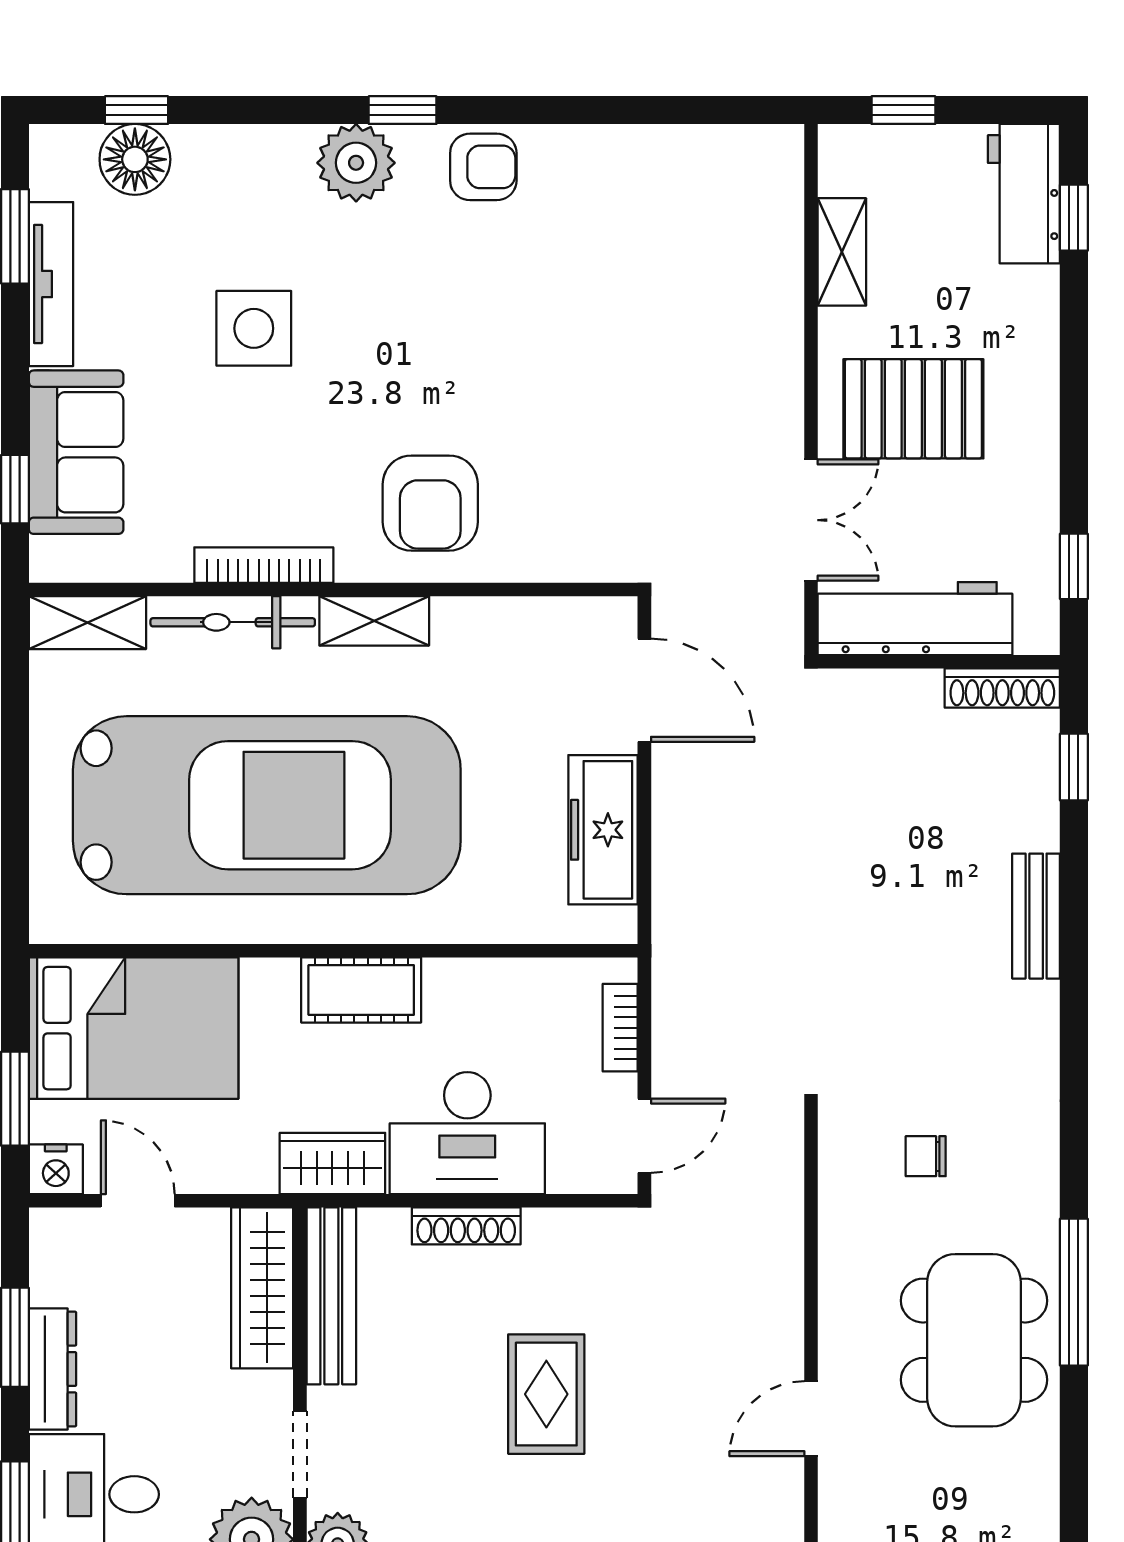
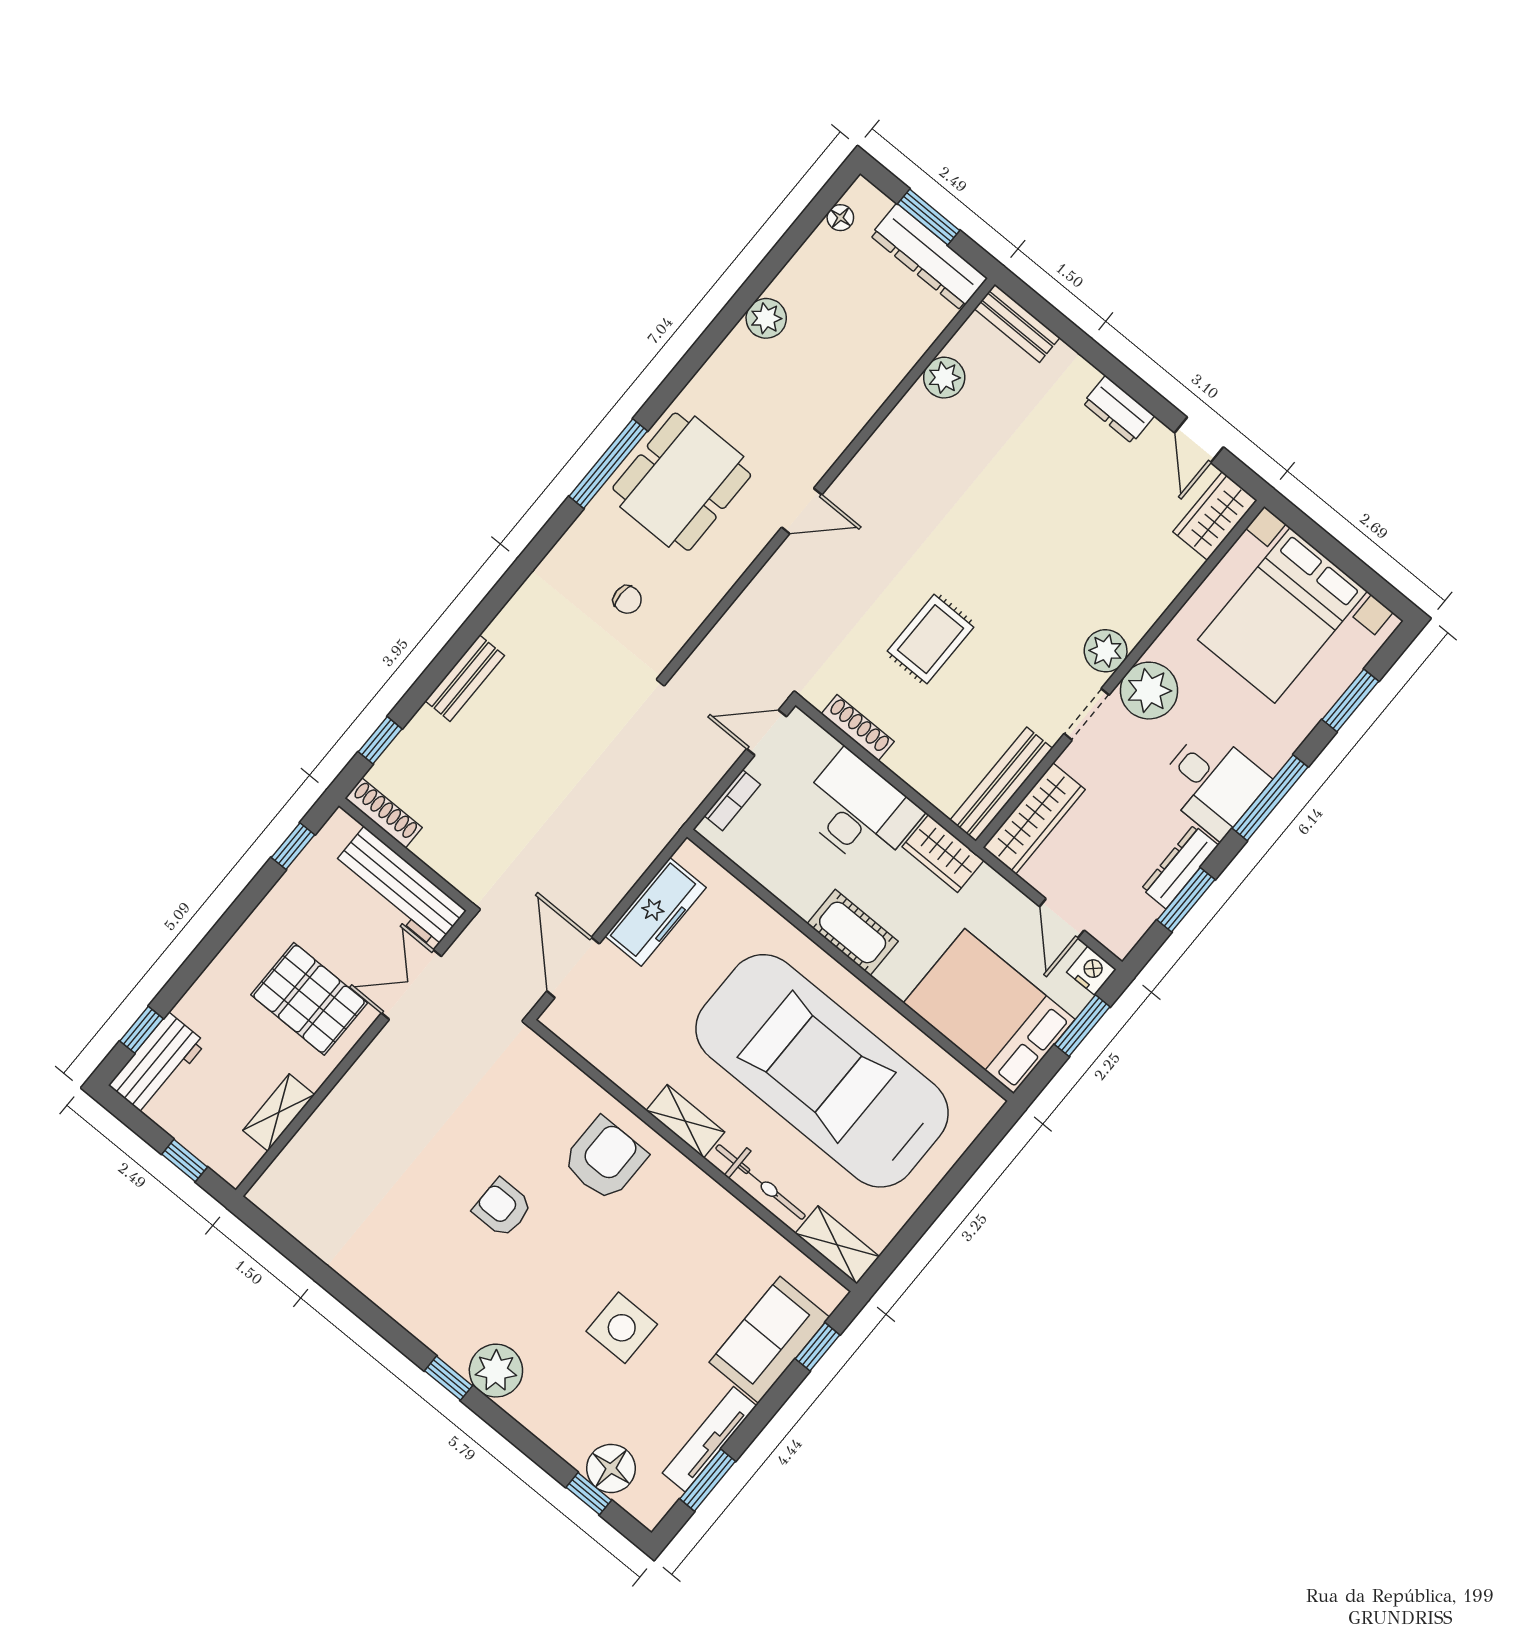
armchair: (483, 167) -> (502, 1208), moved
bookcase: (264, 565) -> (719, 1199), removed
shoe rack: (466, 1226) -> (858, 728), moved

